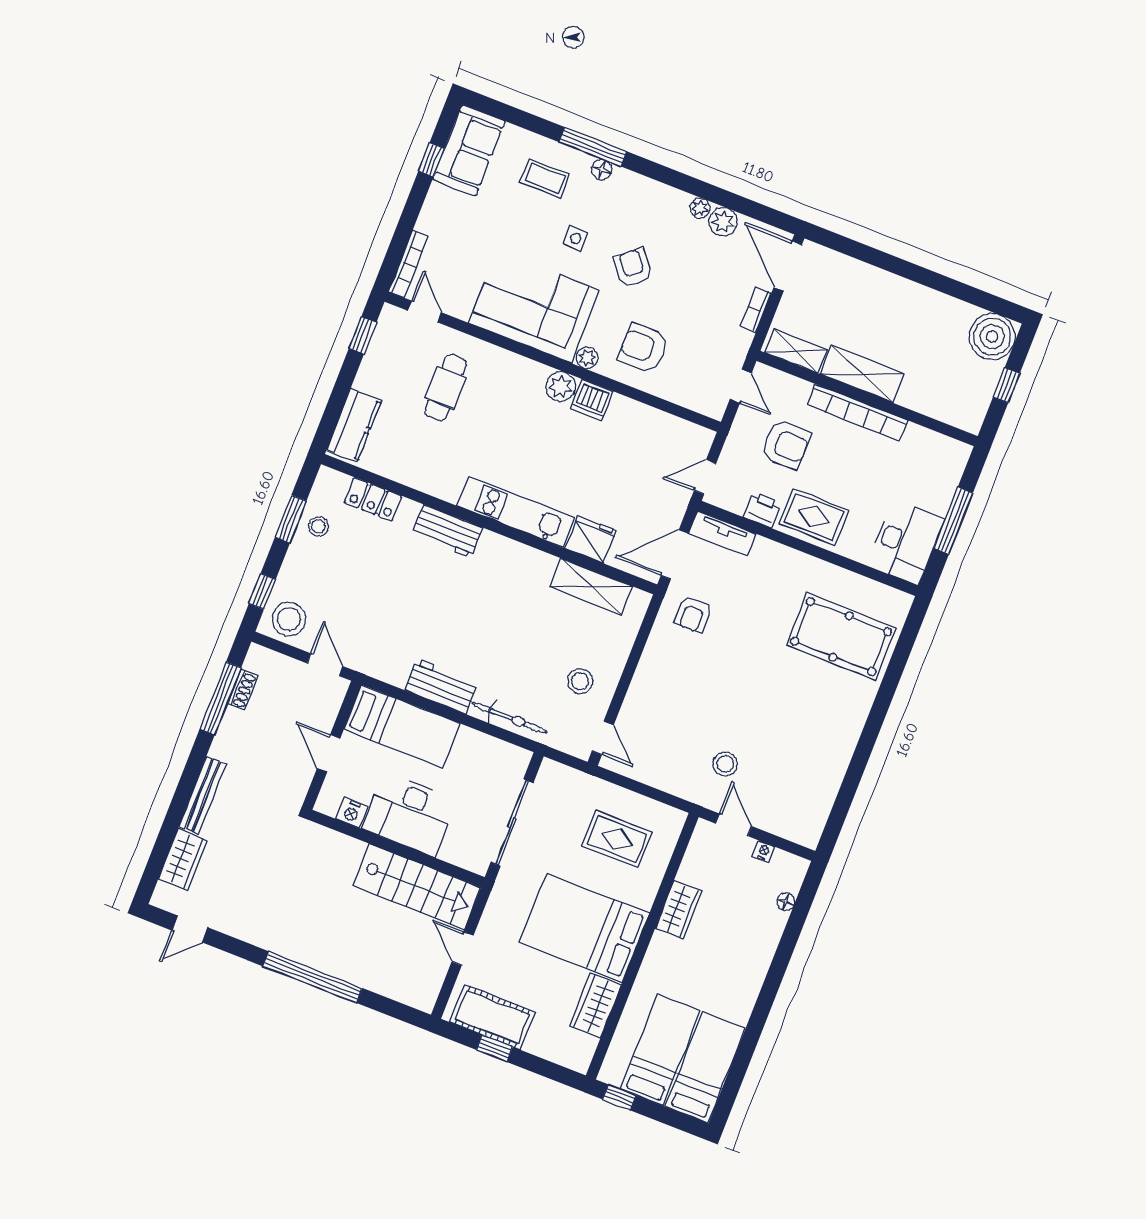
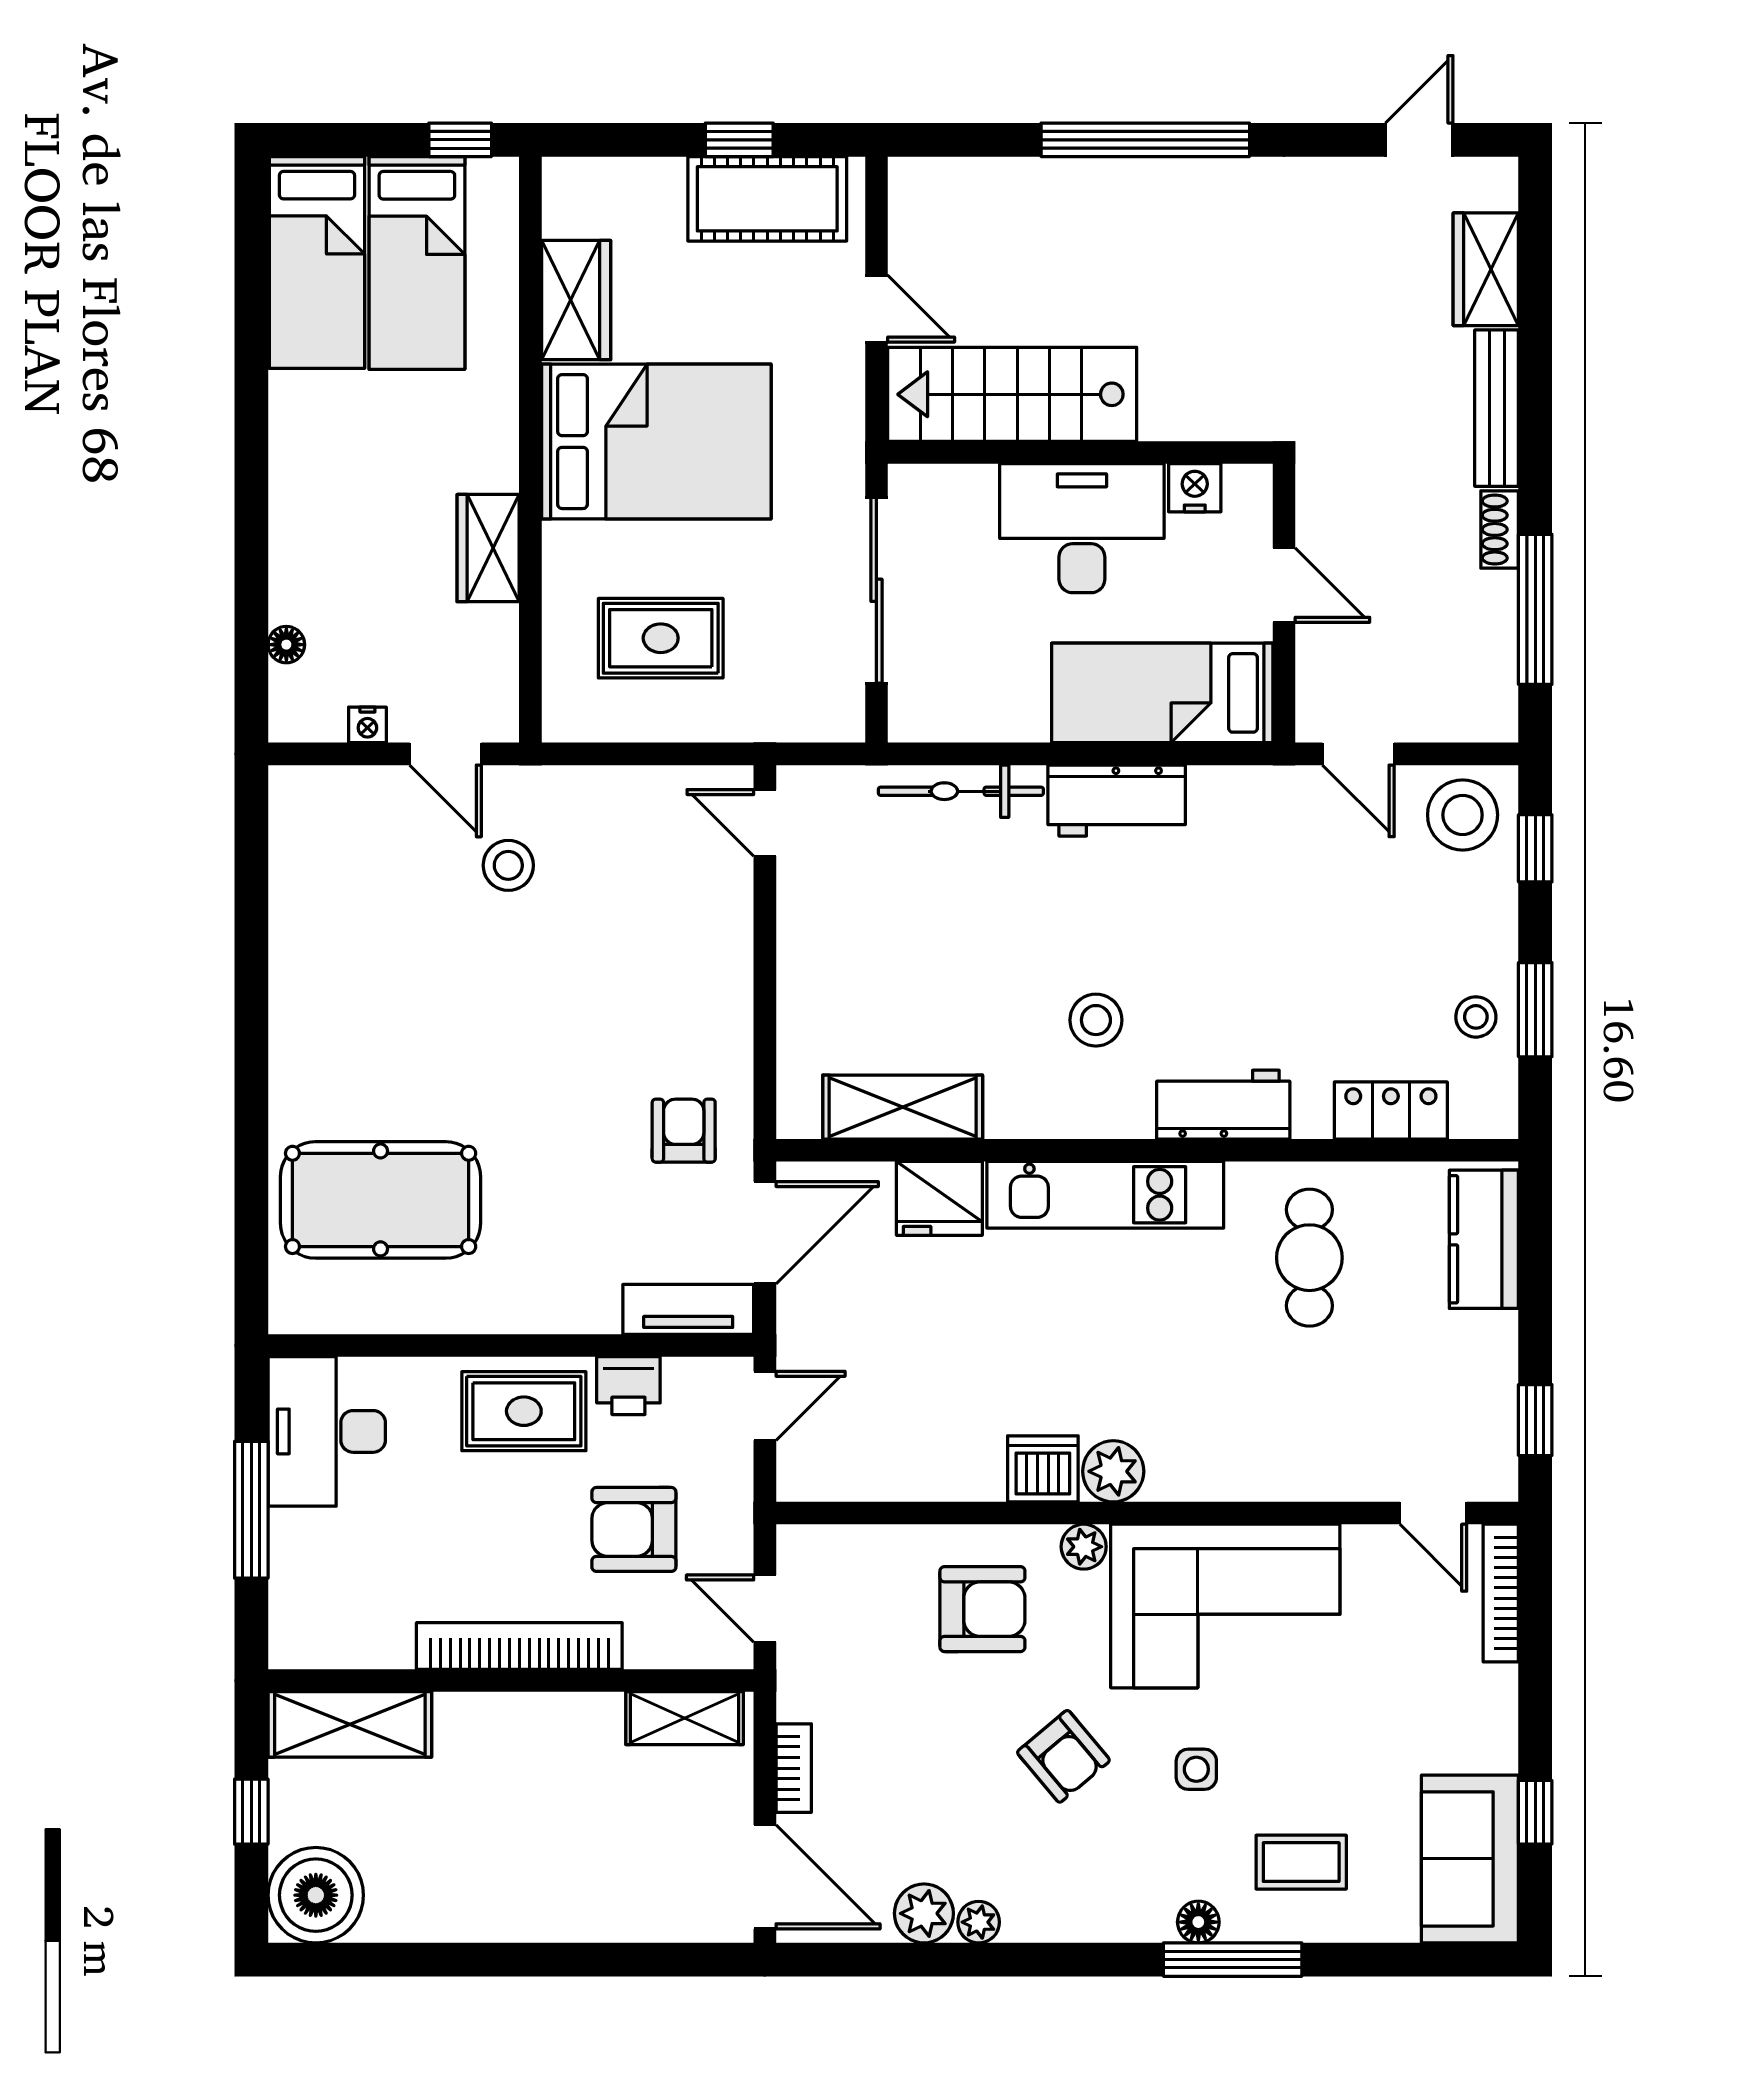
shelving: (862, 374) -> (350, 1724), moved
cafe table: (446, 388) -> (1309, 1258), moved
stool: (580, 681) -> (1096, 1020), moved
shoe rack: (242, 690) -> (1500, 529), moved

